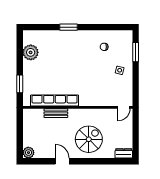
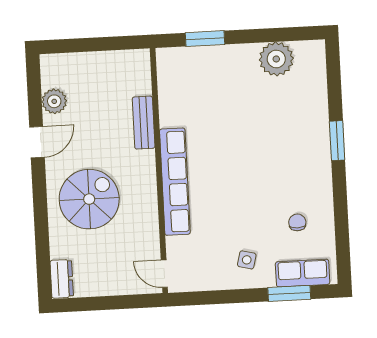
row of seats: (127, 46) -> (303, 273), added
row of seats: (55, 101) -> (175, 182), moved
spiral stairs: (89, 139) -> (89, 199), turned -90
plant: (28, 153) -> (54, 101), moved

